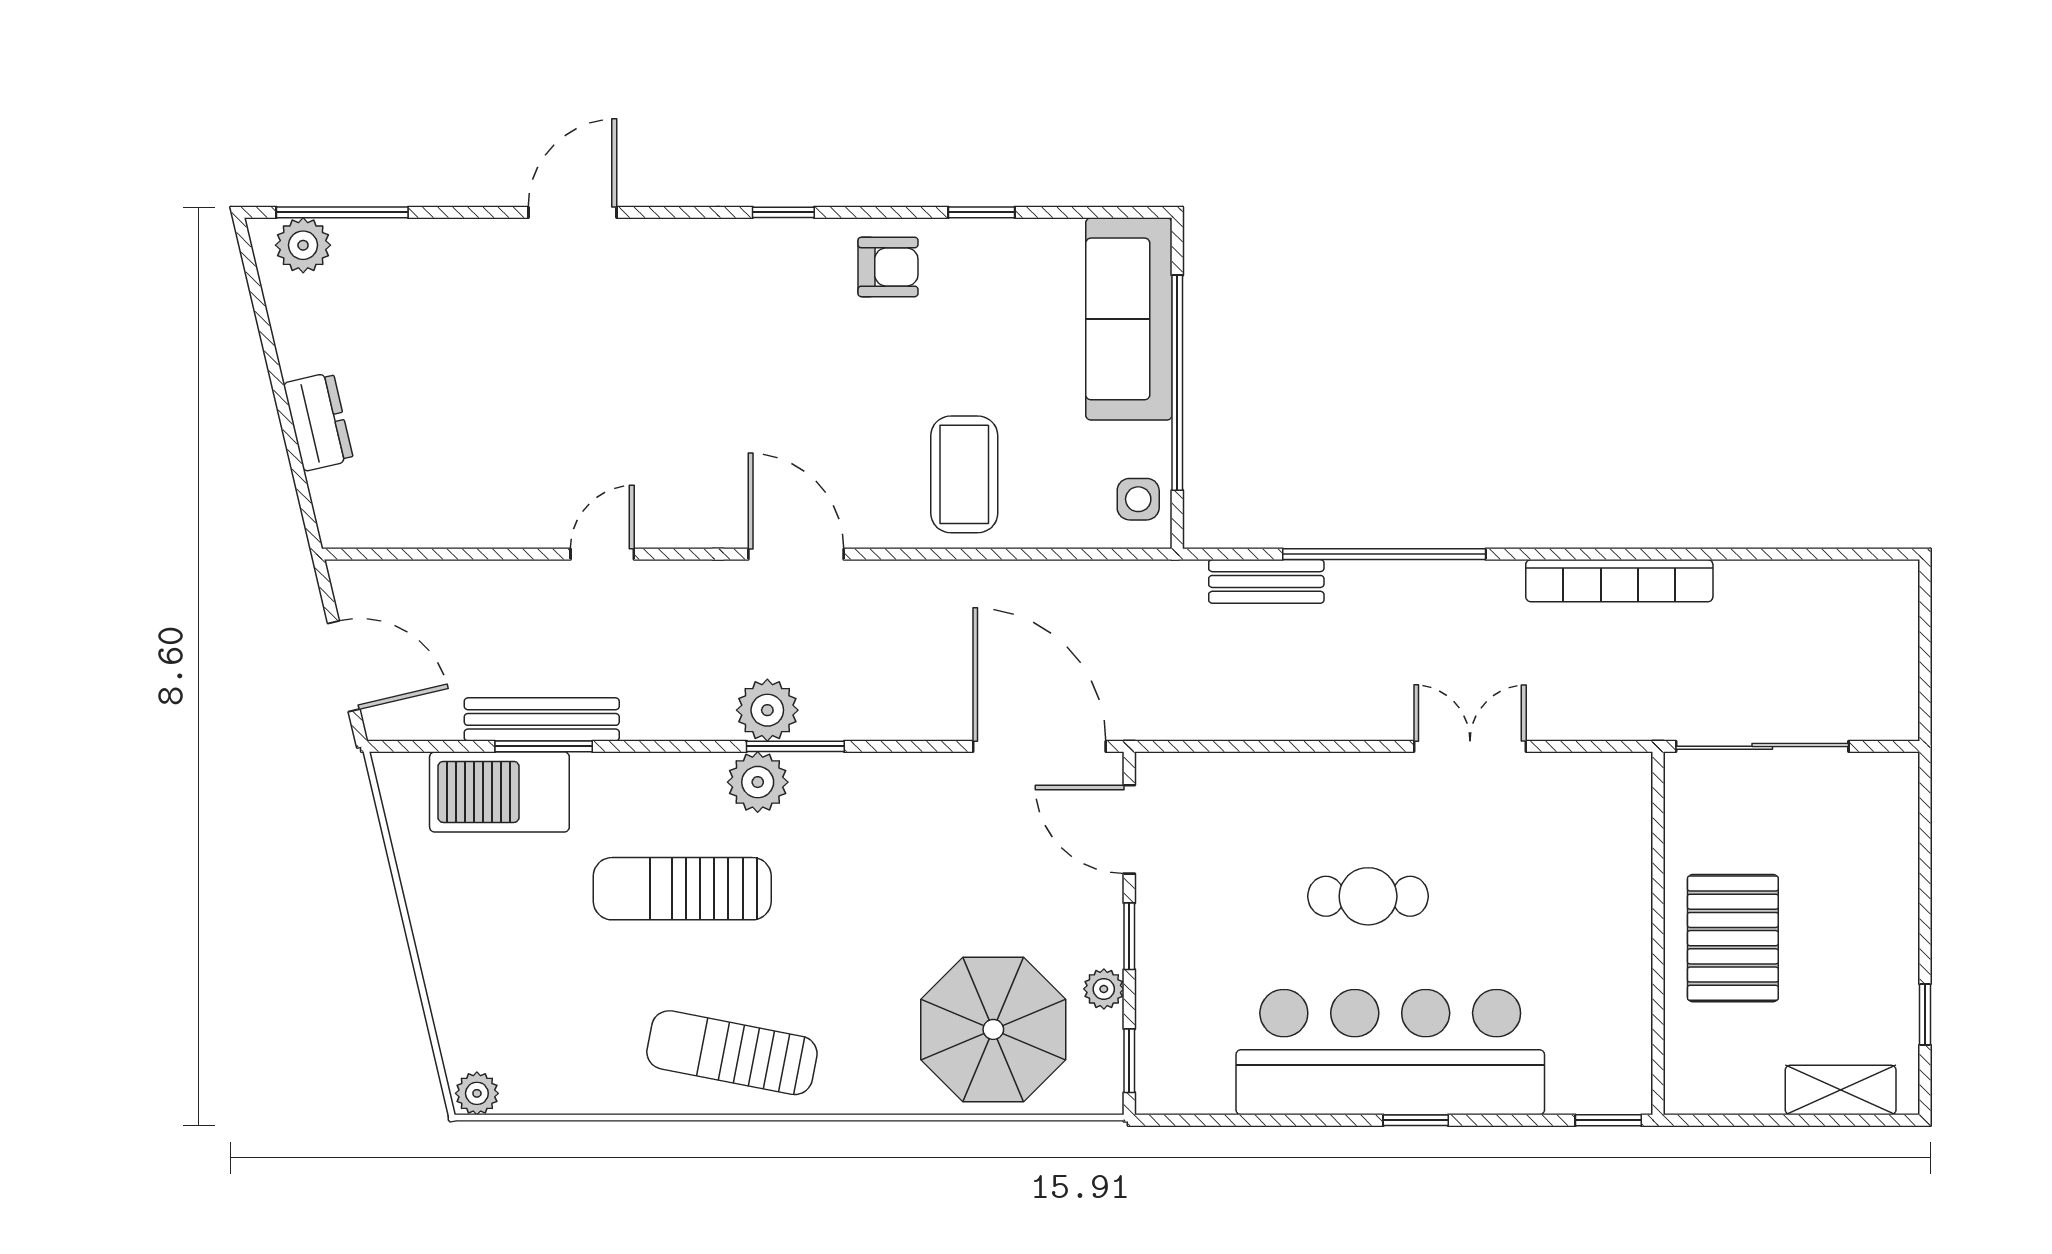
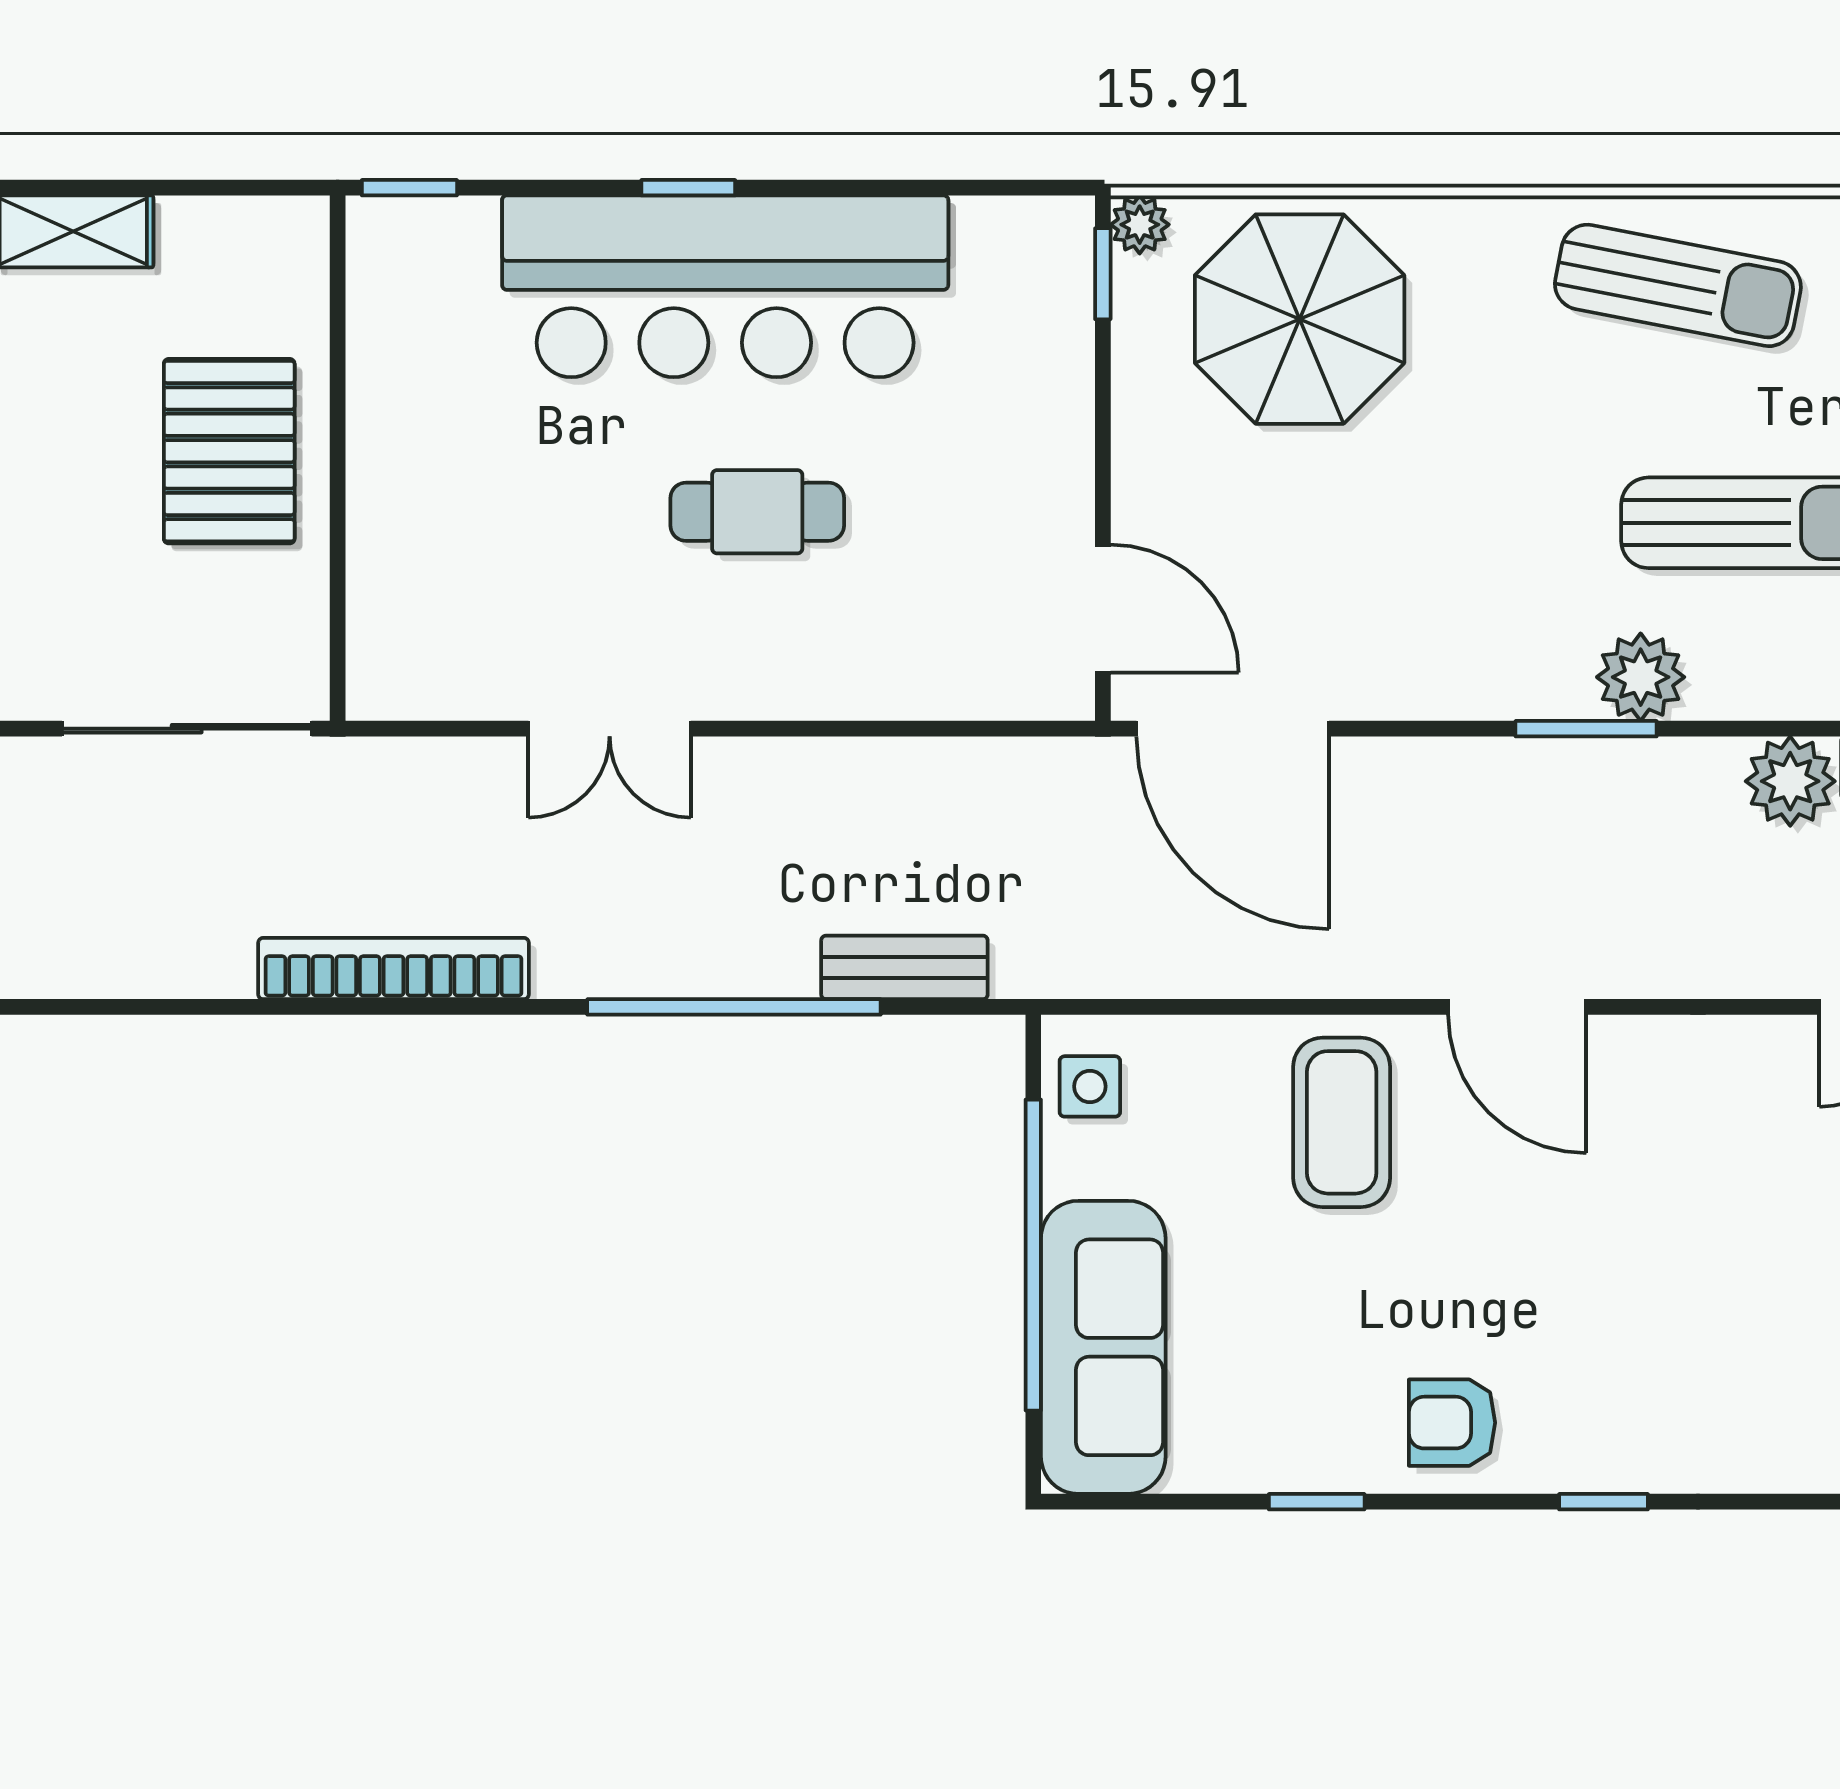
door: (796, 554) -> (1517, 1007), moved
plant: (767, 710) -> (1790, 781), moved
window: (1129, 936) -> (1103, 454), removed
plant: (1104, 989) -> (1140, 225), moved

